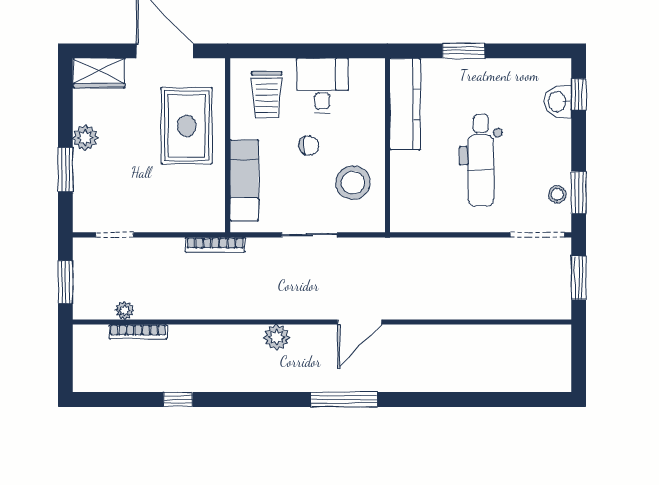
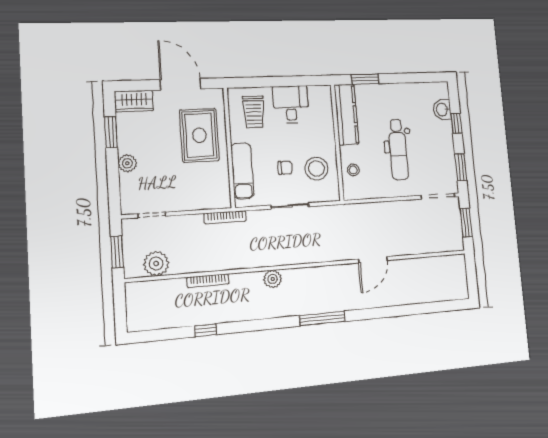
window: (464, 51) -> (365, 79), moved
window: (579, 94) -> (456, 123), moved
plant: (85, 138) -> (127, 163), moved
chair: (309, 145) -> (285, 168), moved
window: (65, 170) -> (111, 132), moved
stool: (557, 194) -> (353, 170), moved
plant: (125, 310) -> (156, 264), width x1.88, depth x1.88
door: (360, 322) -> (373, 260), moved
bookcase: (138, 332) -> (208, 281), moved

